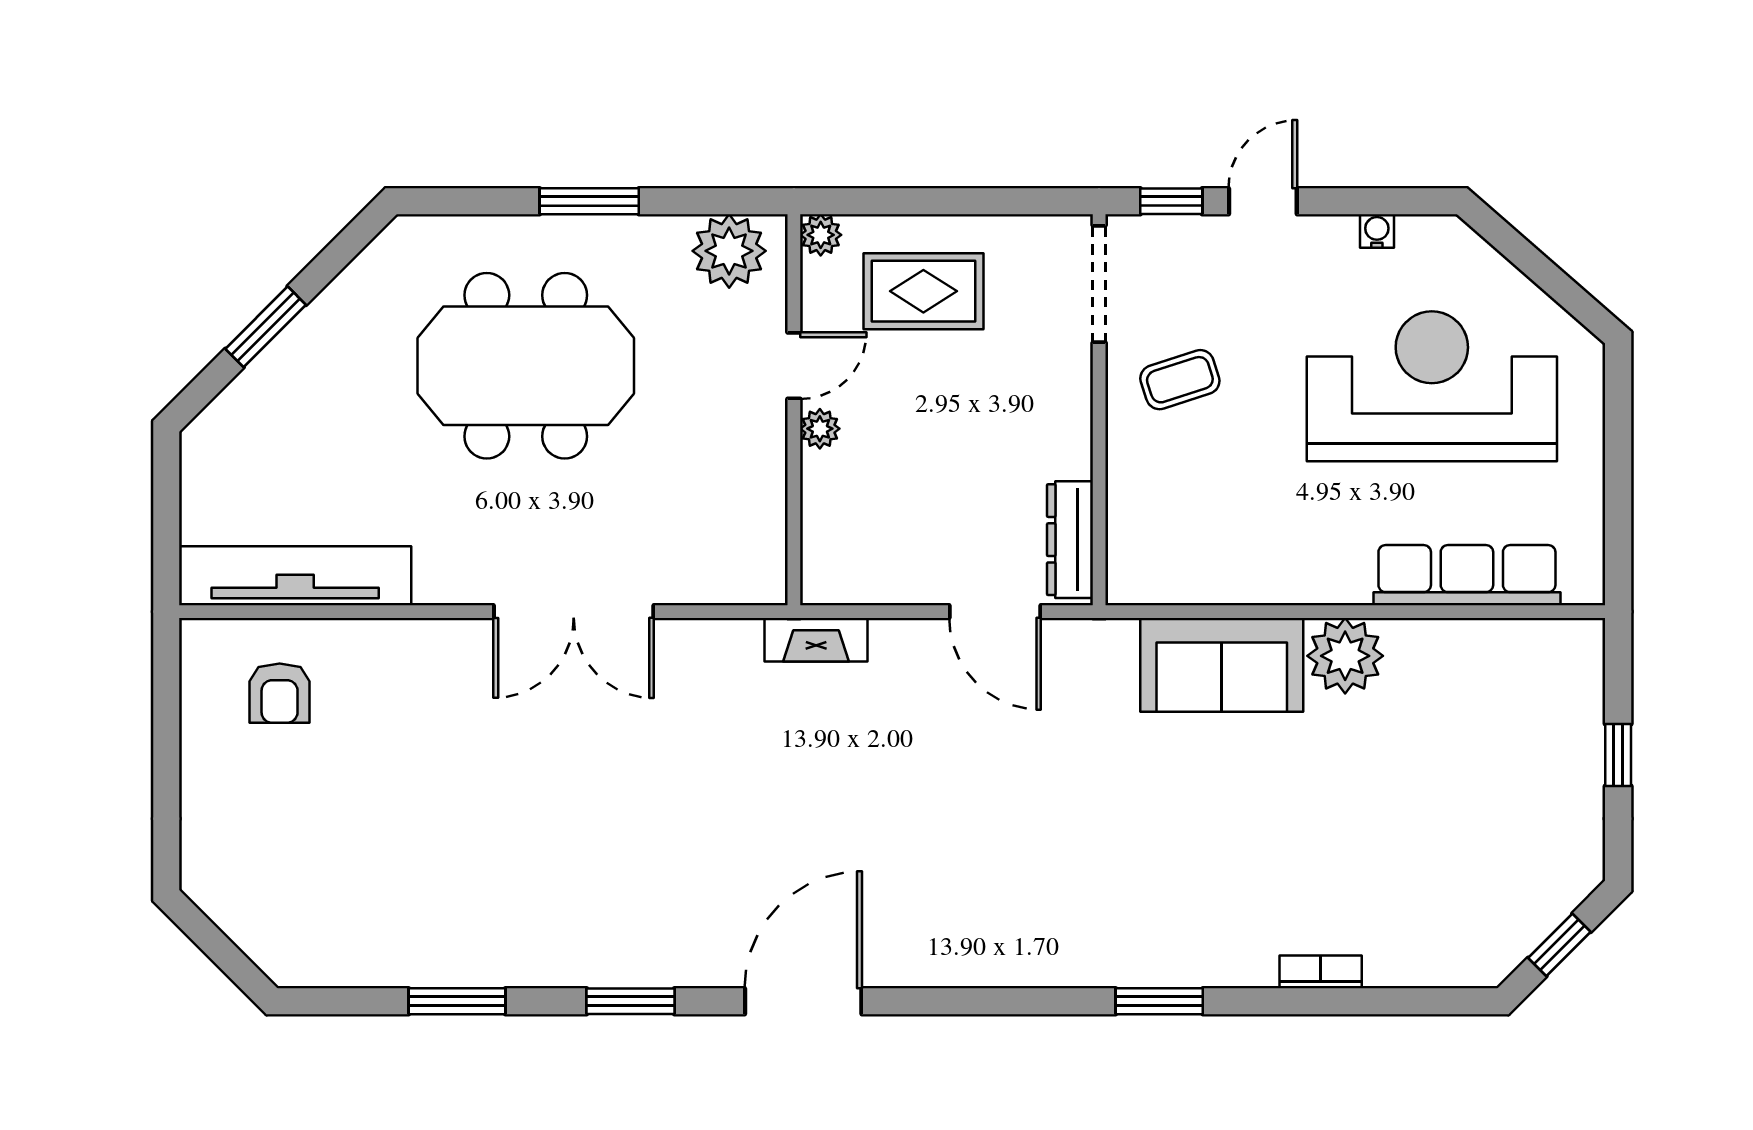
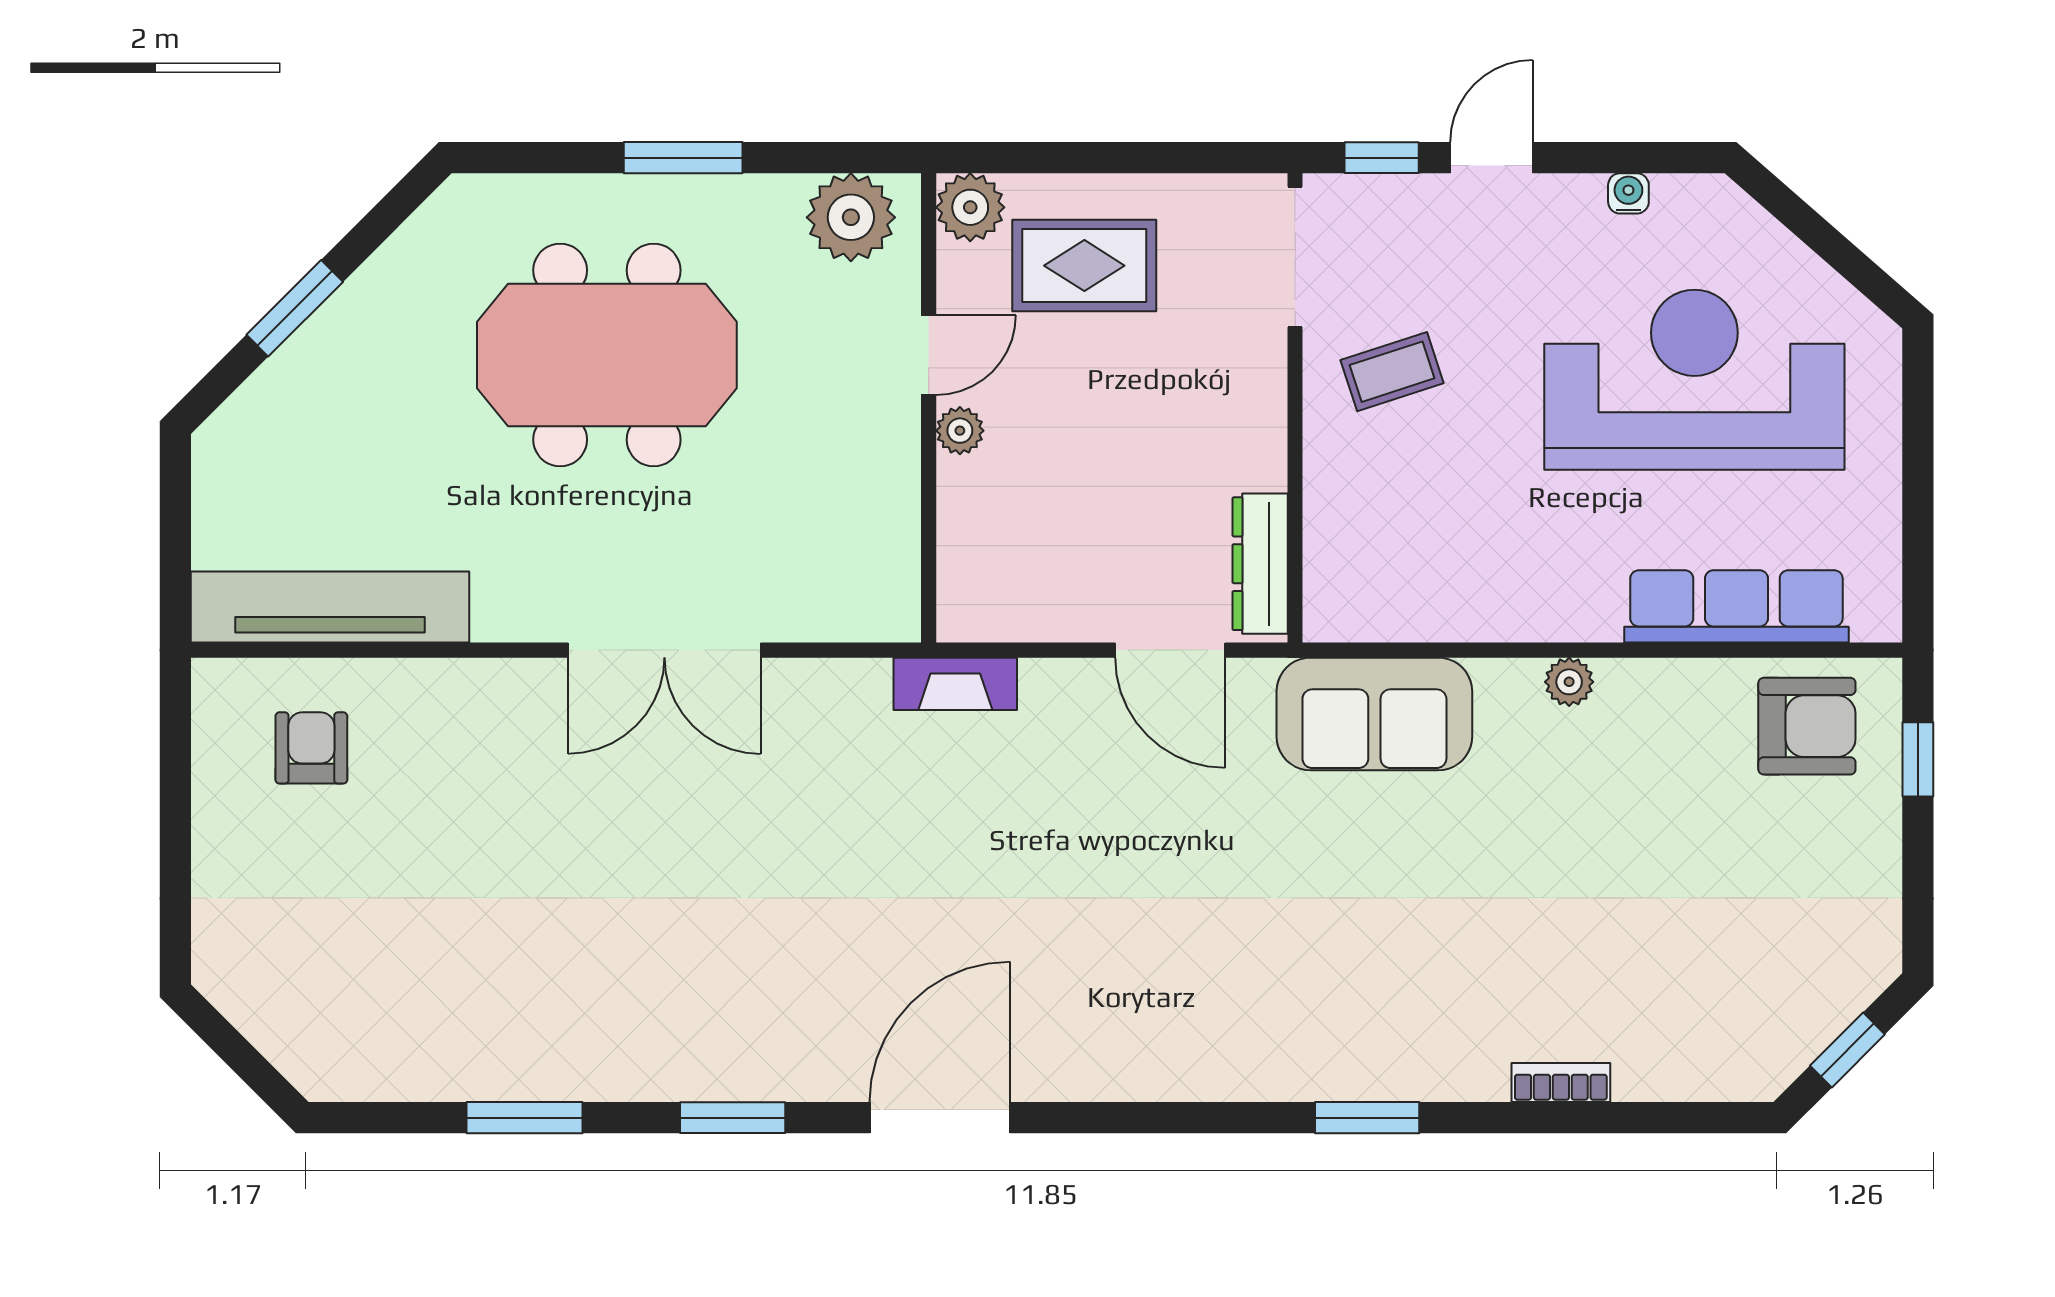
plant: (821, 235) -> (970, 207), width x1.38, depth x1.38
plant: (1345, 656) -> (1569, 682), width x0.53, depth x0.53
sofa: (1222, 665) -> (1374, 714), moved
armchair: (1526, 675) -> (1807, 726), added
armchair: (280, 693) -> (311, 748), turned 180
window: (1618, 755) -> (1918, 759), moved

